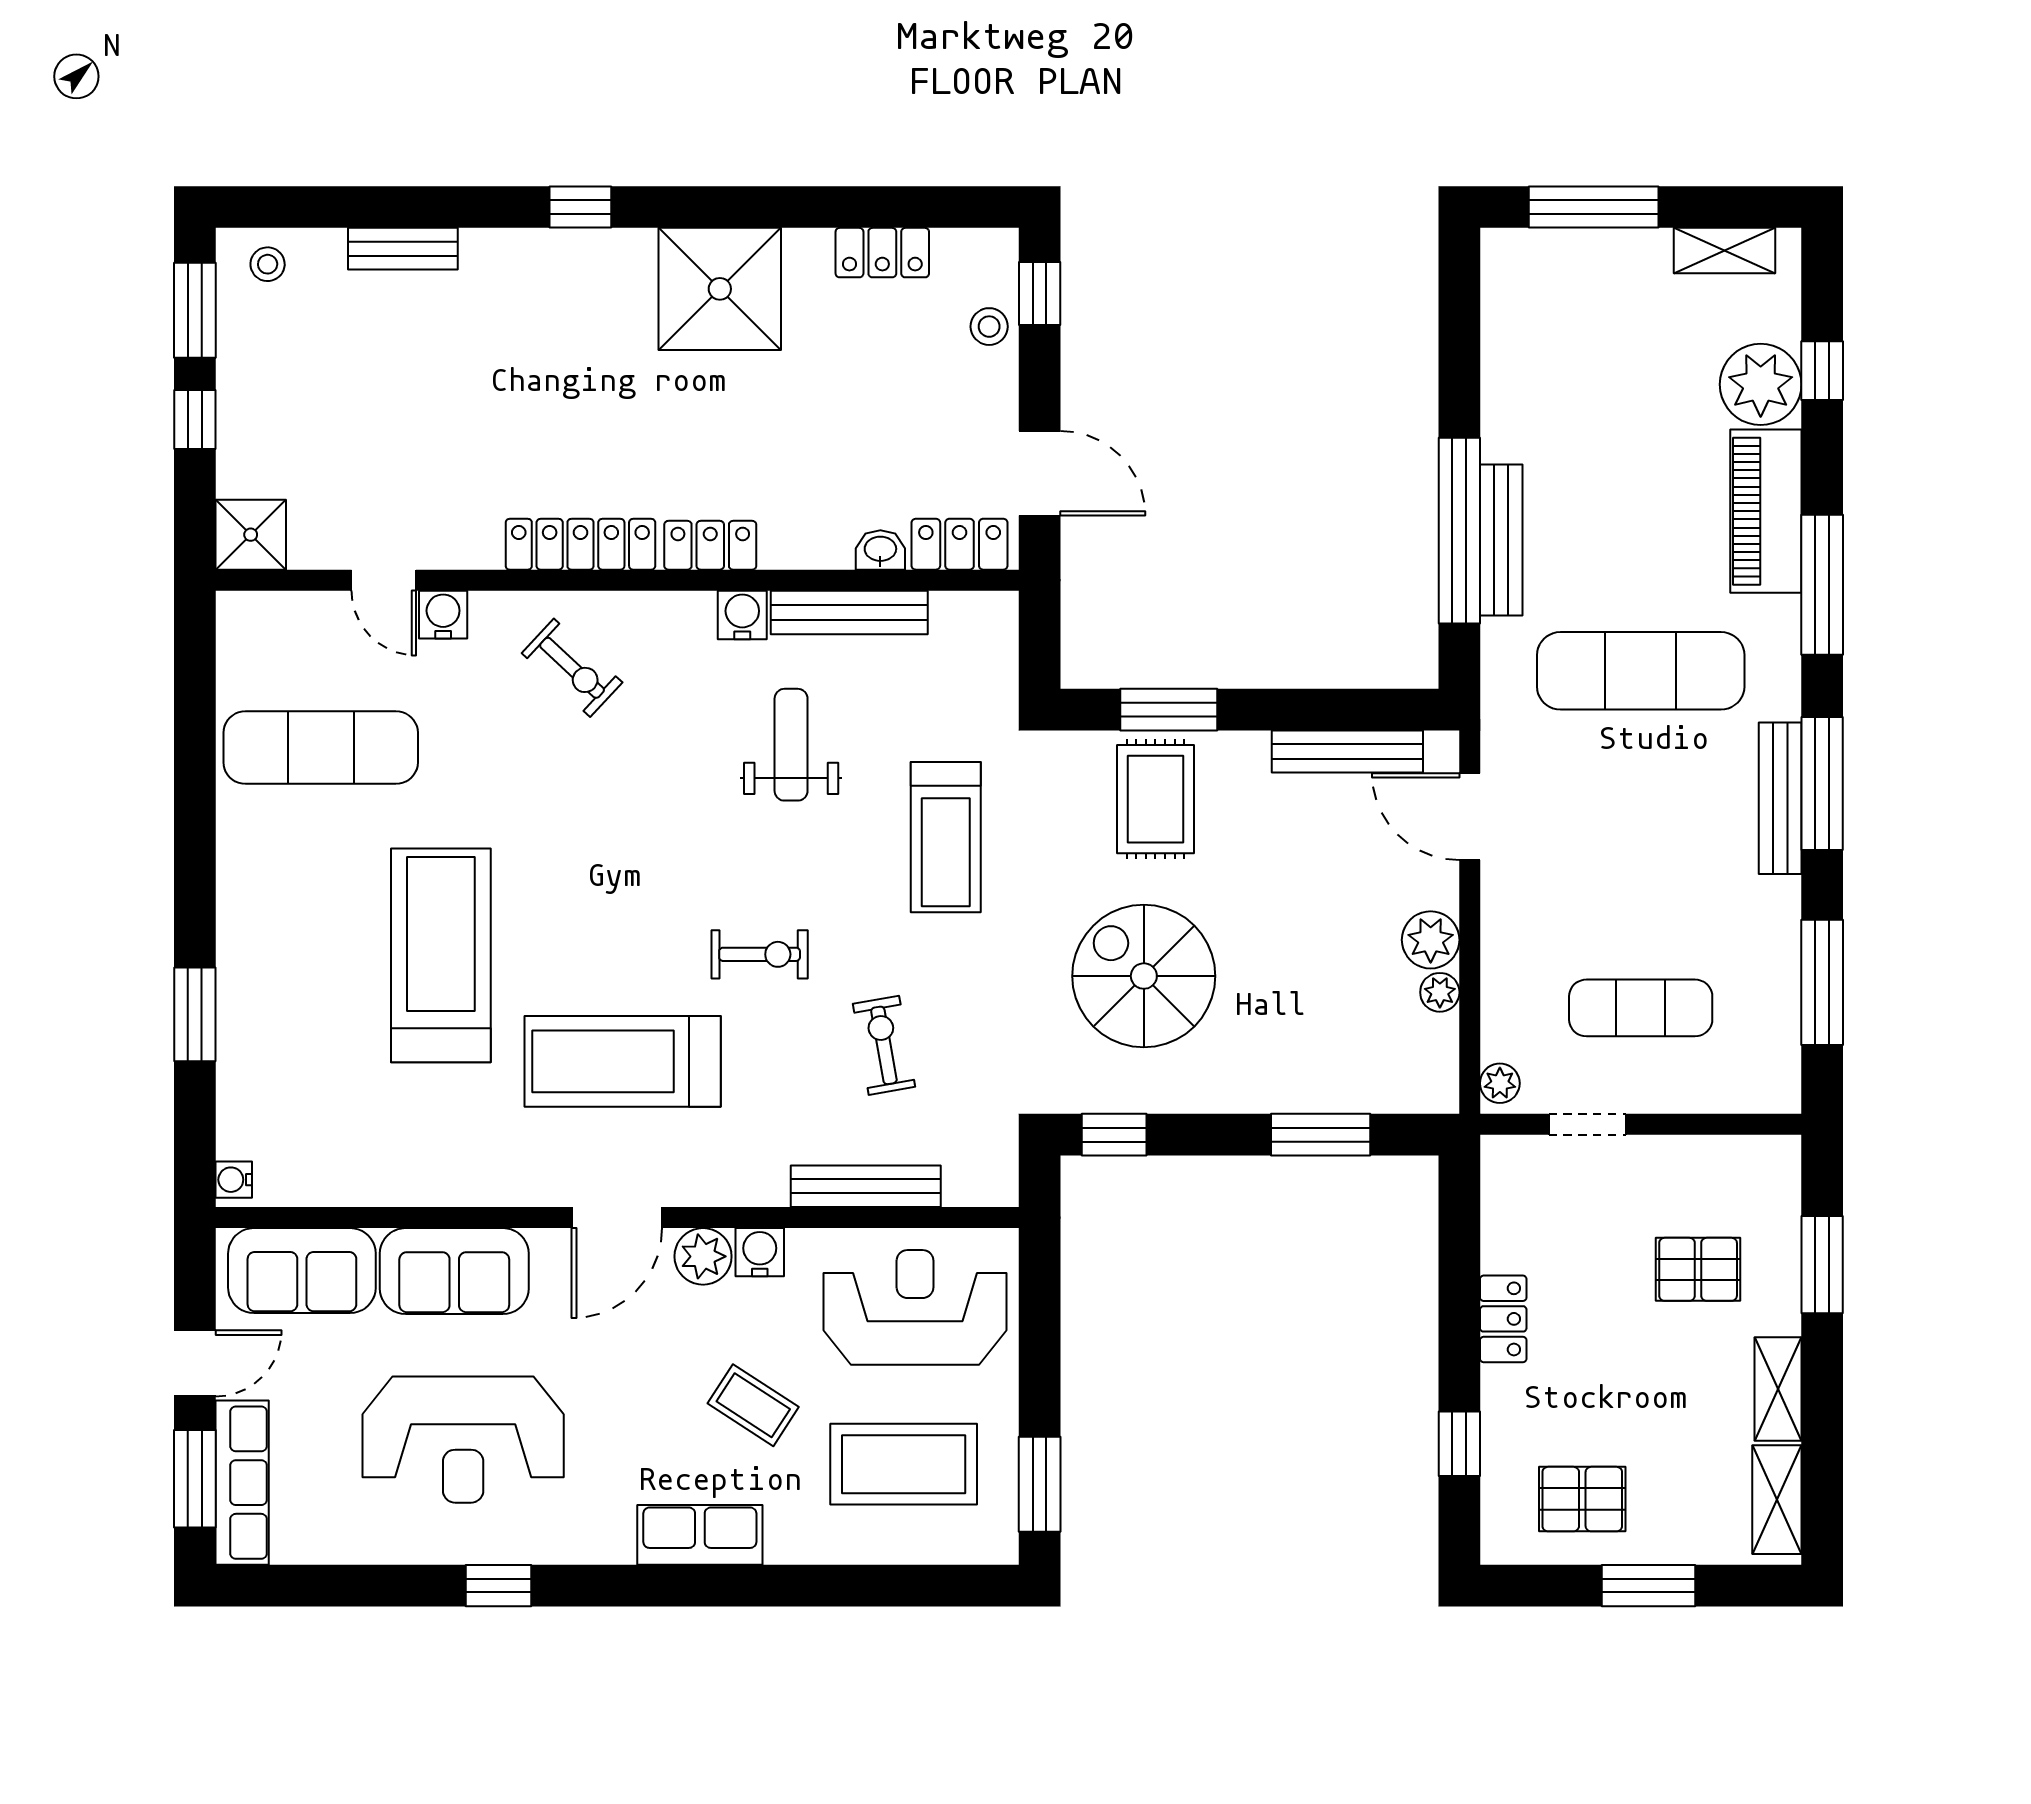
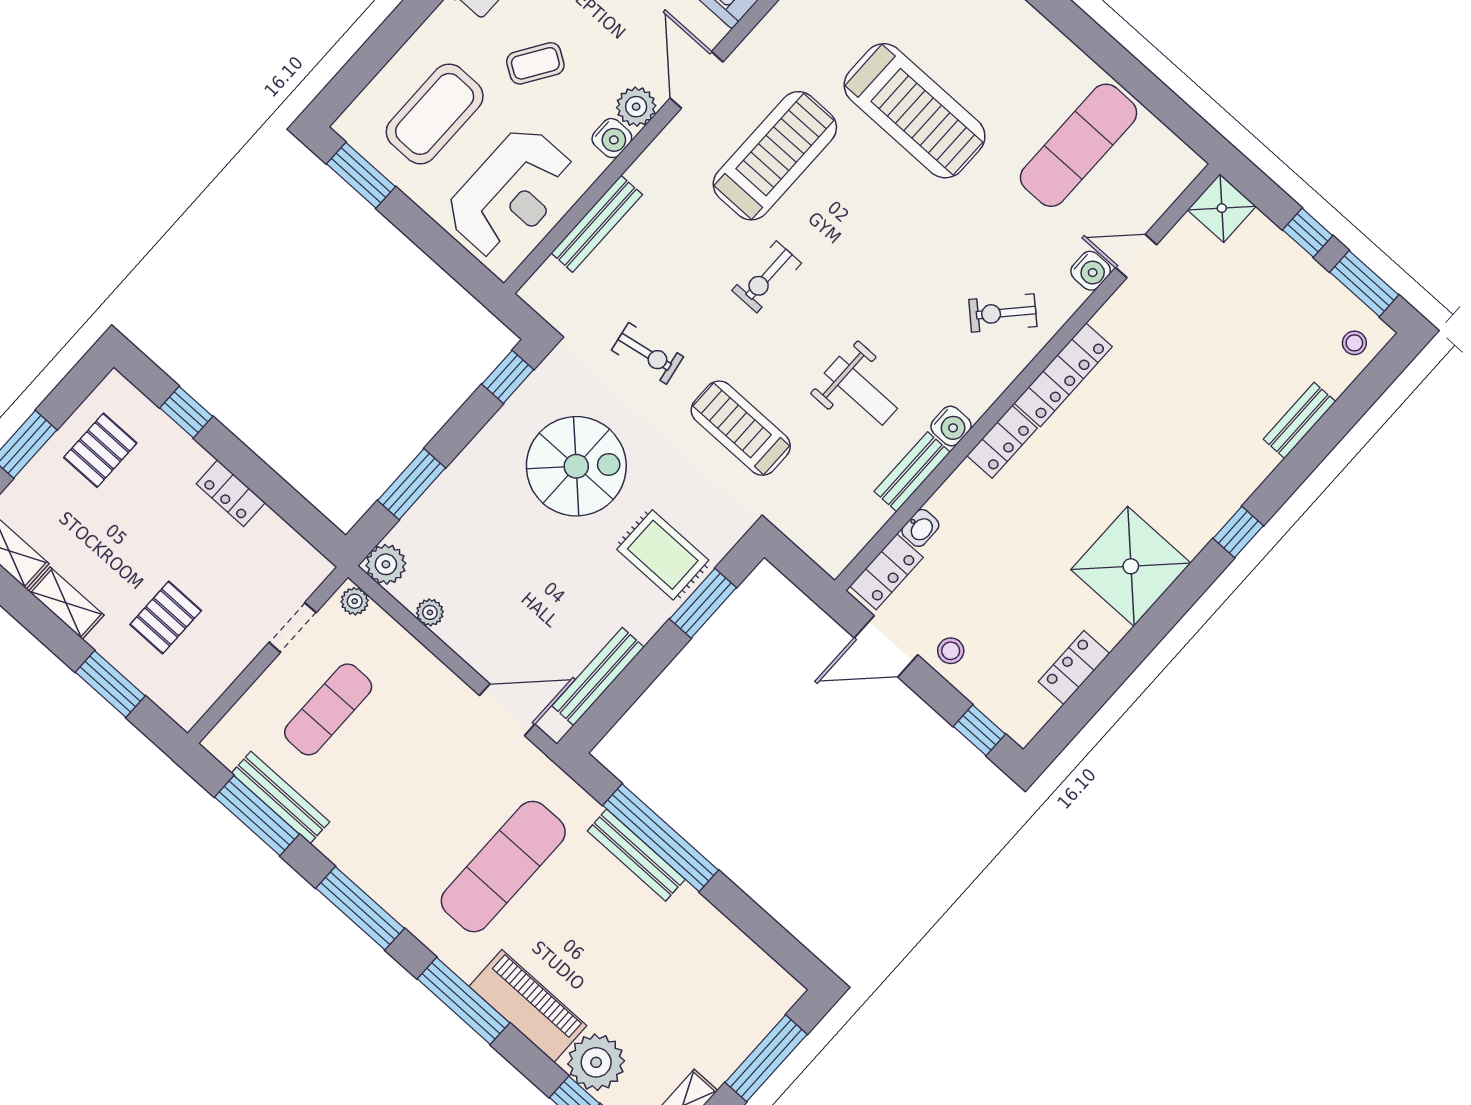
stool: (989, 327) -> (951, 651), moved
bench: (849, 612) -> (912, 472), width x0.73
bench: (1780, 798) -> (280, 797), moved
plant: (1431, 940) -> (386, 564), moved
exercise bike: (884, 1045) -> (648, 353), moved

